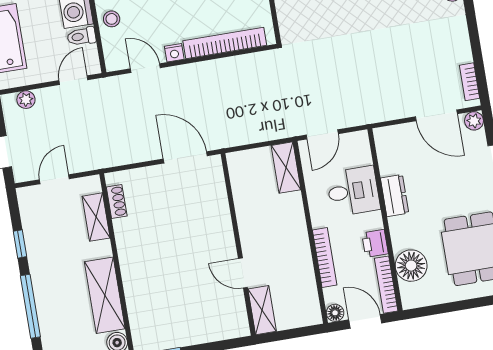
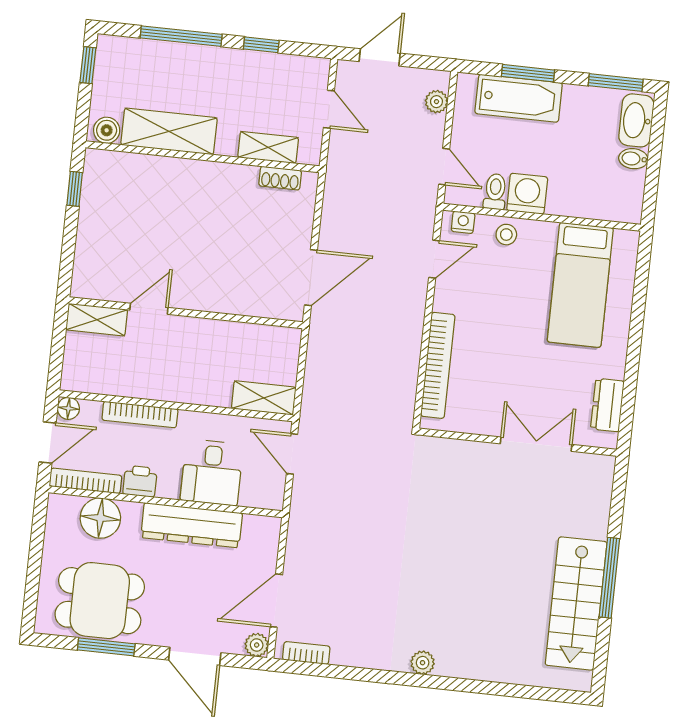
nightstand: (174, 53) -> (463, 222), moved, turned 90
dresser: (395, 196) -> (192, 525), width x1.96, depth x1.24

